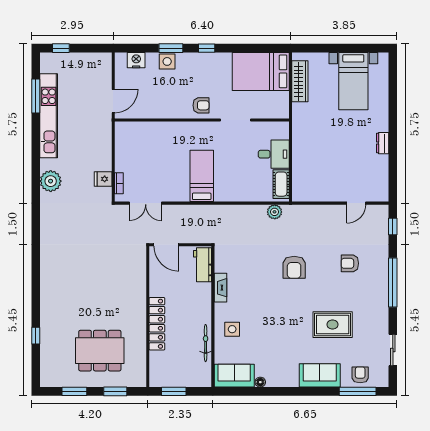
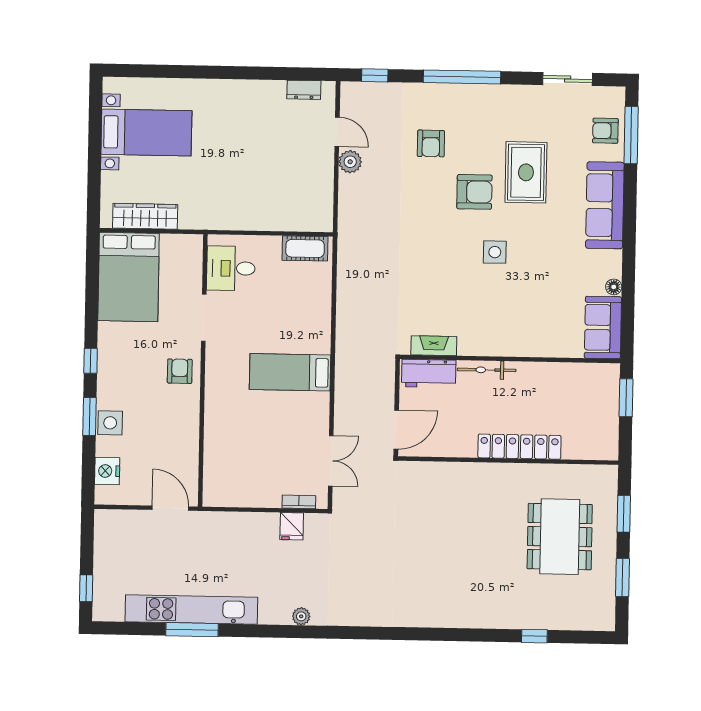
window: (36, 96) -> (192, 630), moved
dresser: (383, 143) -> (304, 90), moved
desk: (274, 154) -> (231, 268), moved, turned -90
plant: (51, 181) -> (301, 616), width x0.53, depth x0.53
plant: (275, 212) -> (350, 162), moved
armchair: (294, 267) -> (474, 192), moved
fireplace: (220, 288) -> (434, 346), moved
side table: (232, 329) -> (495, 252), moved
bicycle: (206, 343) -> (487, 370), moved
sofa: (320, 375) -> (605, 205), width x1.36
window: (174, 391) -> (626, 398), moved

